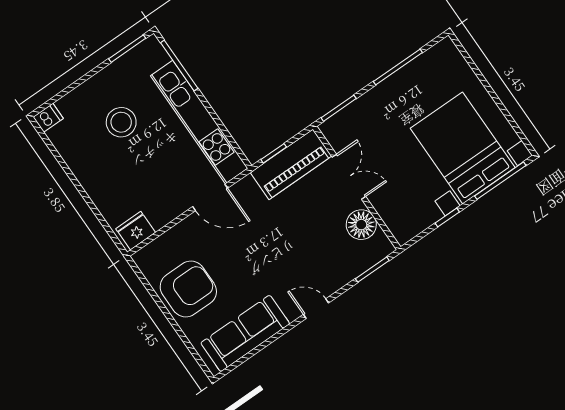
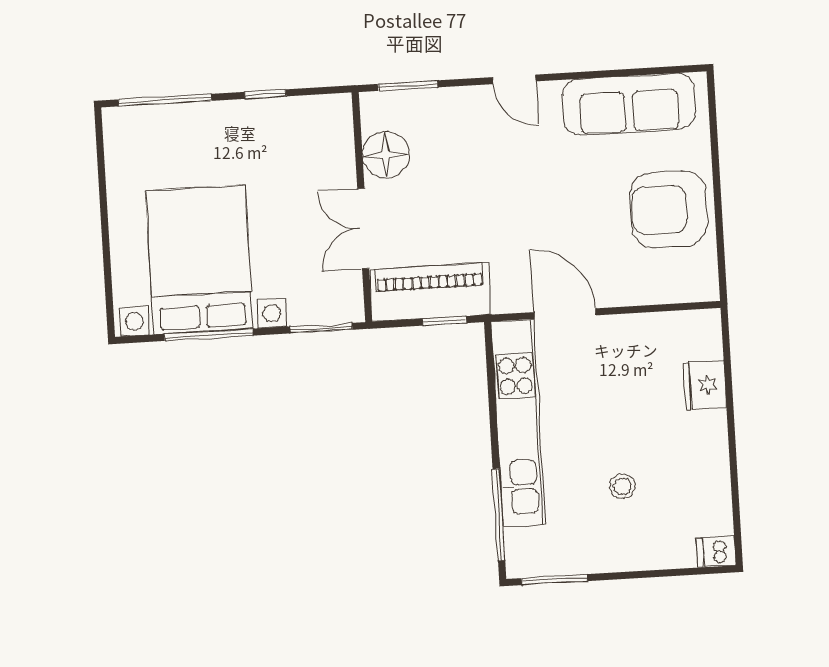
stool: (121, 122) -> (622, 486), width x0.53, depth x0.53
bed with nightstands: (463, 148) -> (200, 260), moved, turned 180
fridge: (136, 231) -> (705, 385), moved, turned 90

